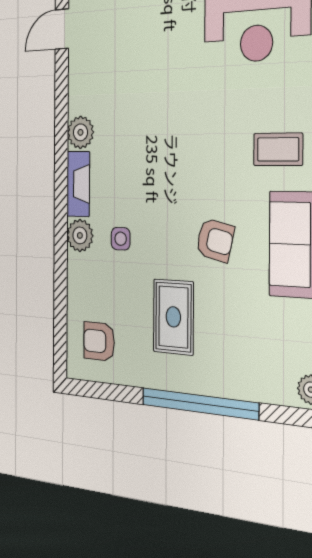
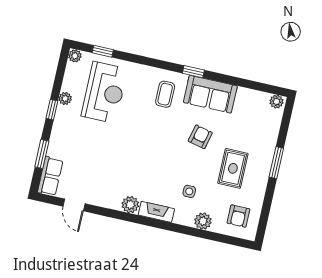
plant: (80, 235) -> (203, 221), moved
rug: (173, 317) -> (233, 168), turned 90
window: (199, 404) -> (276, 163), width x0.47

